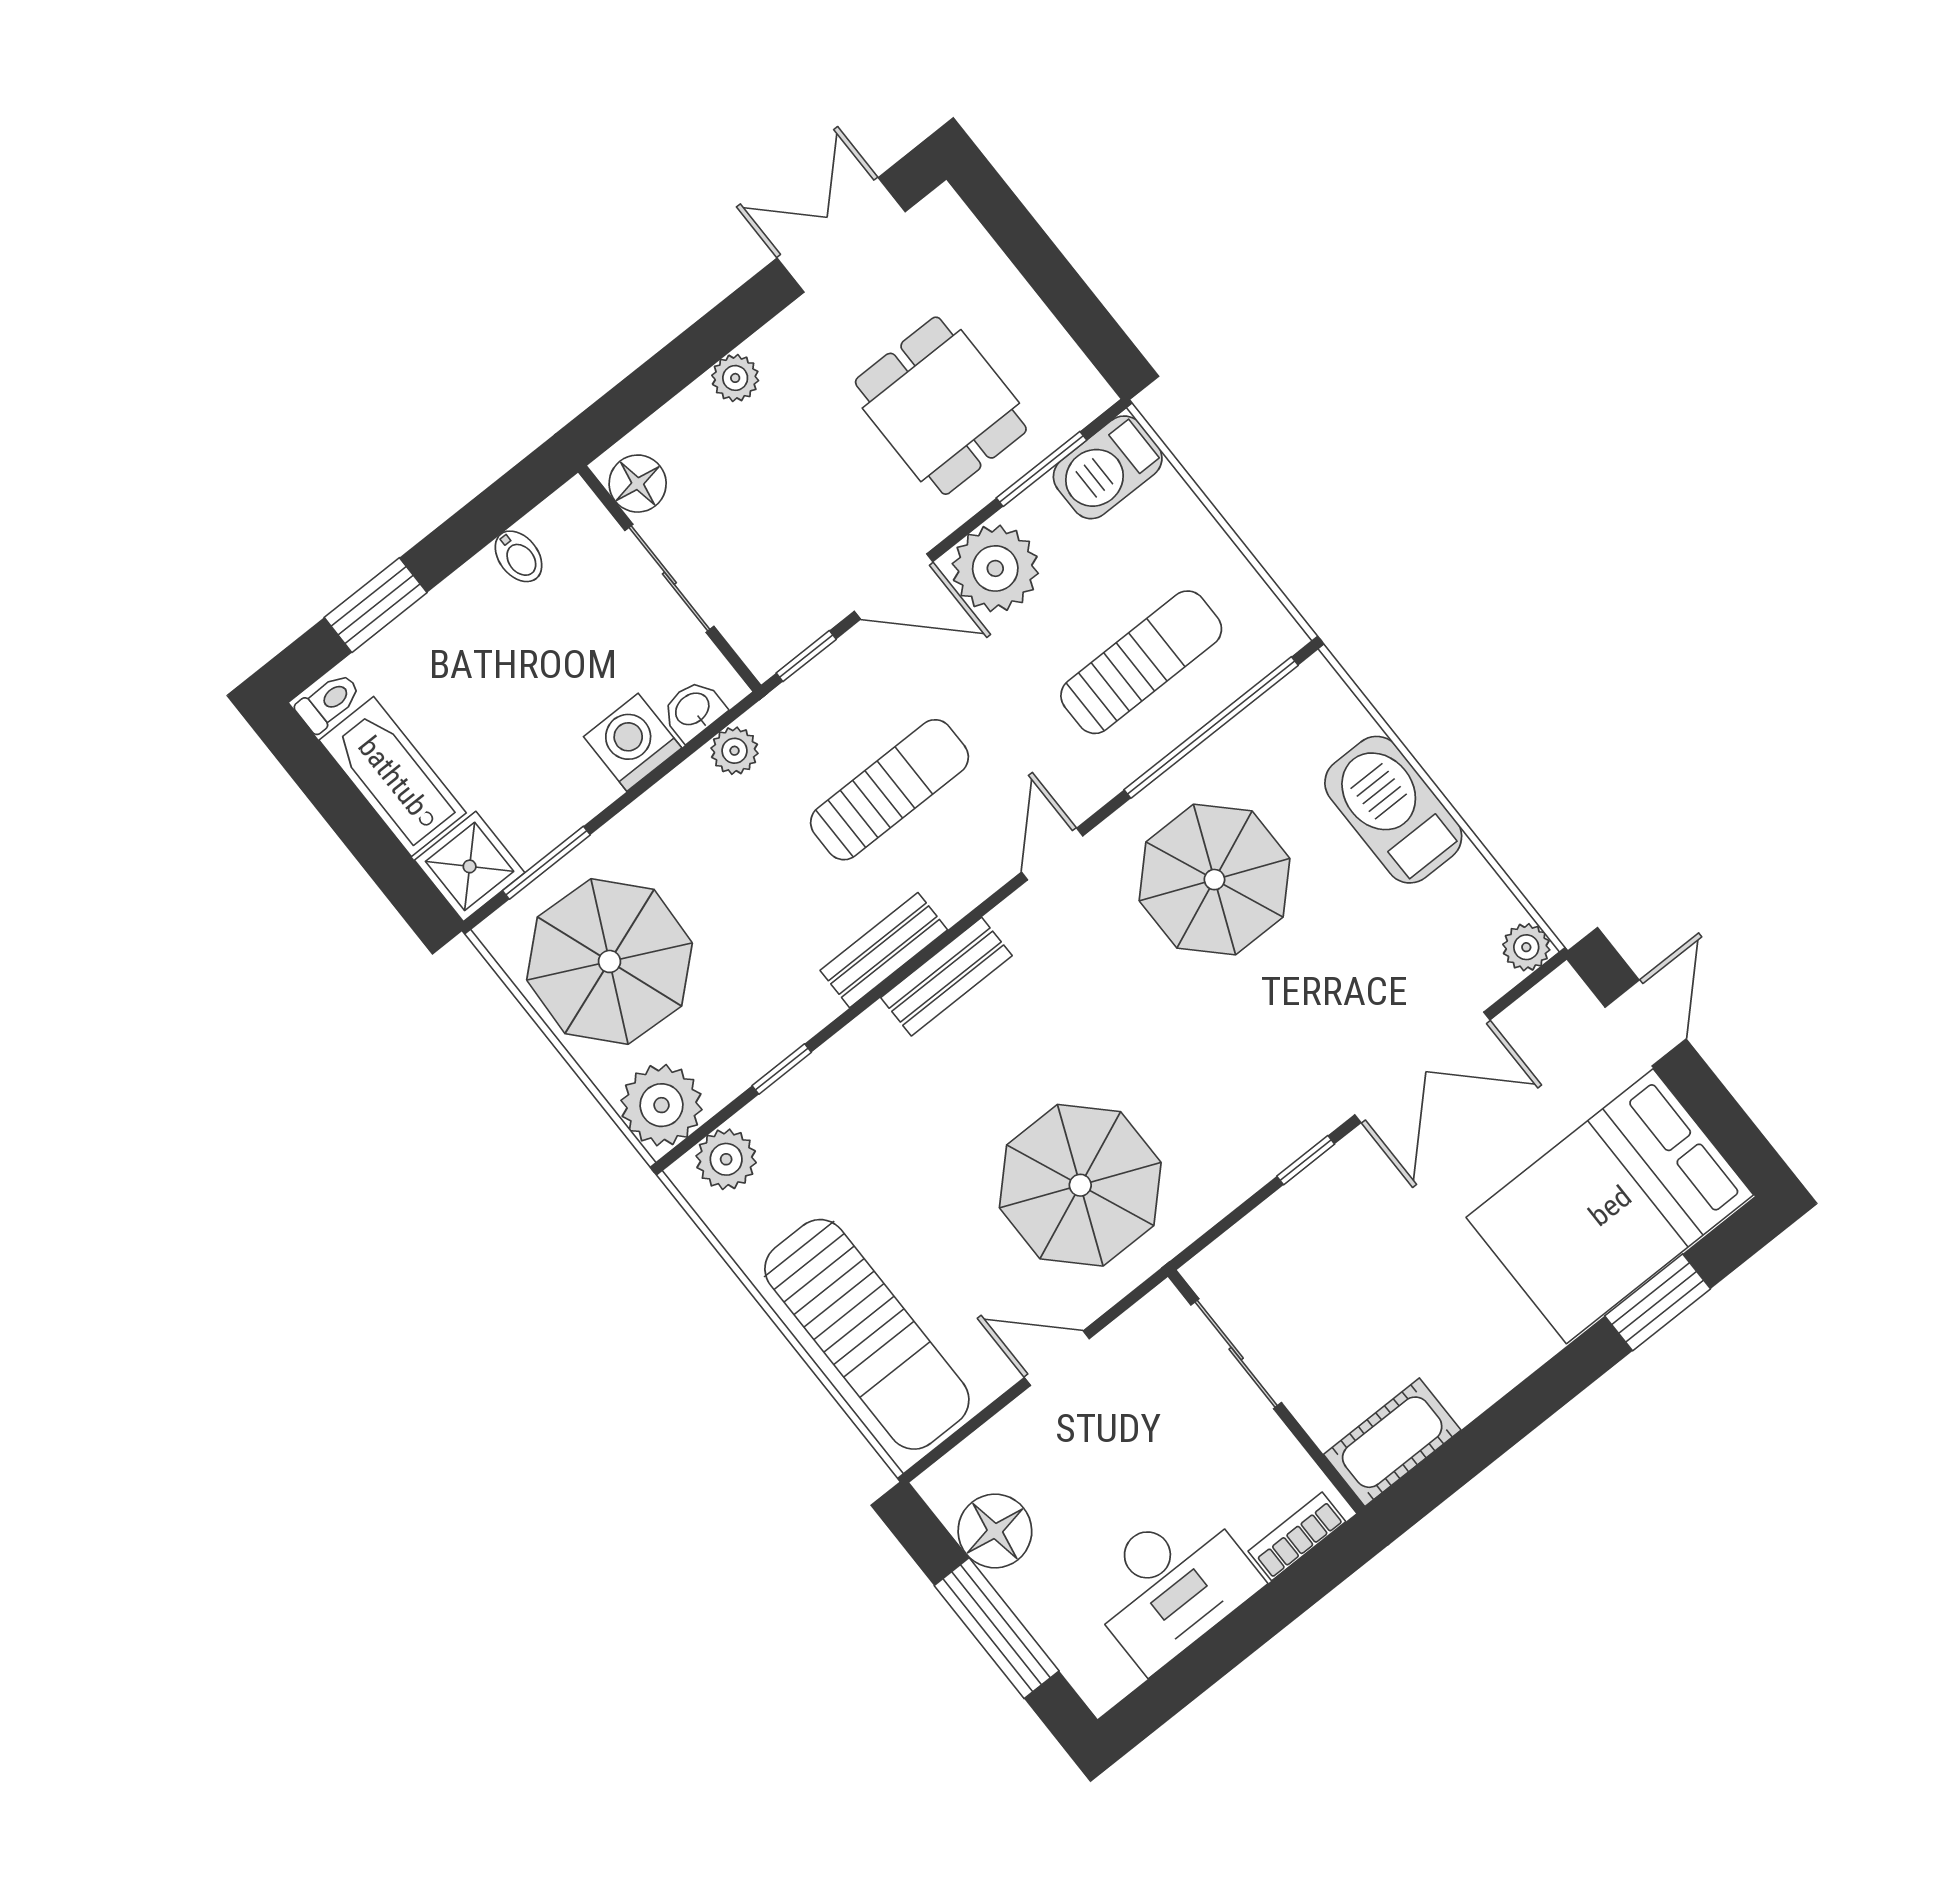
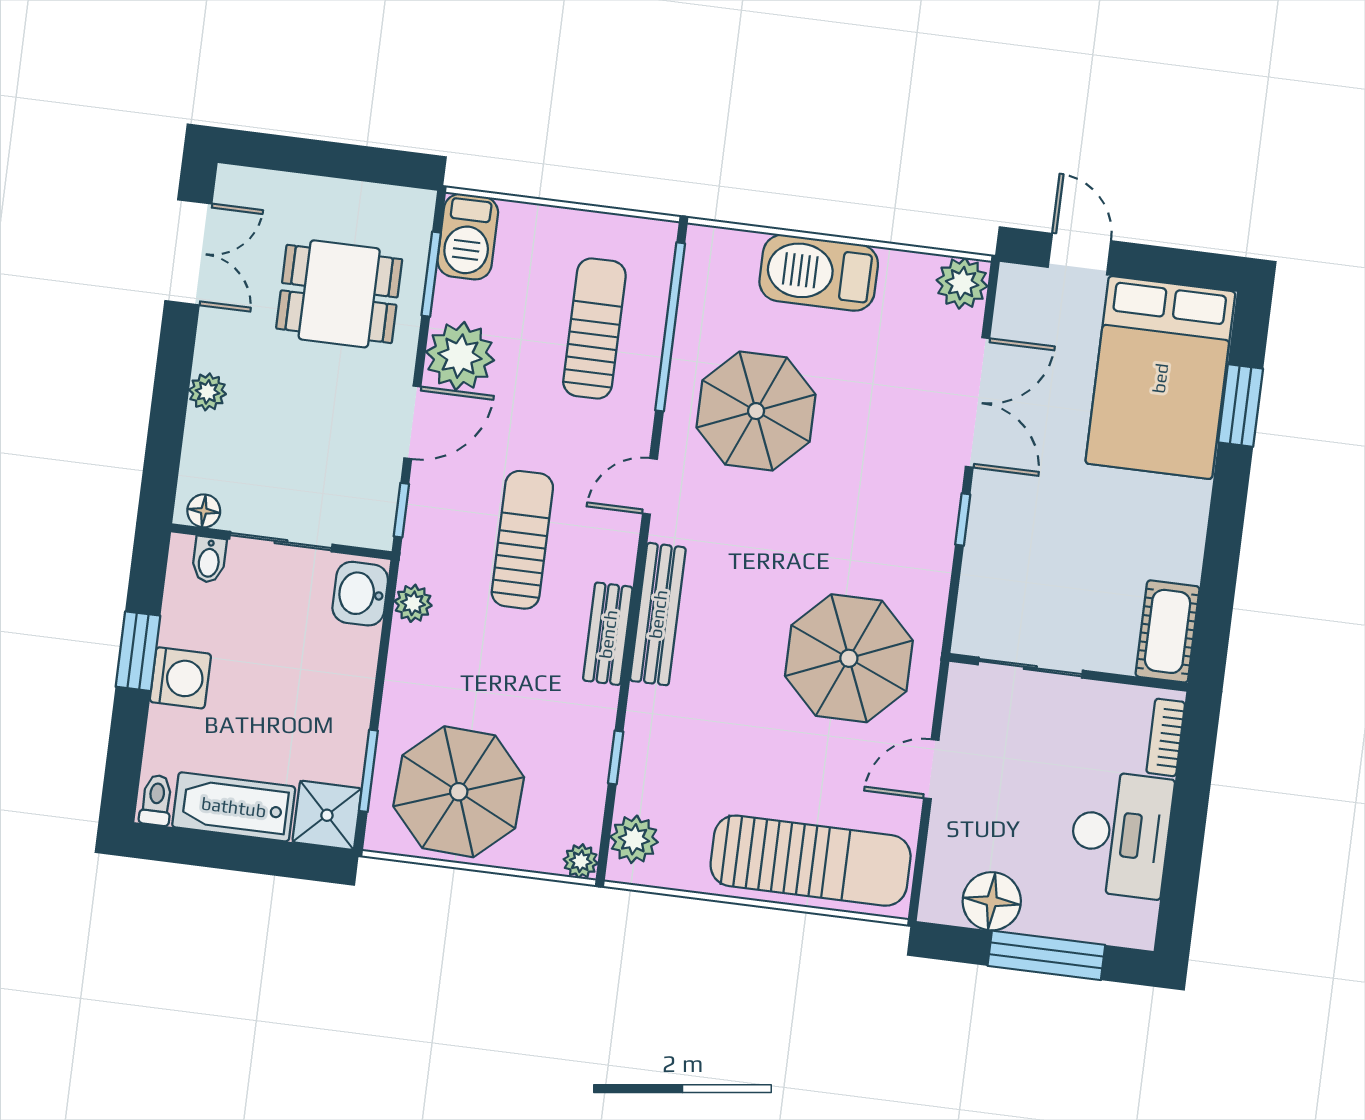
double door: (841, 235) -> (188, 252), swing flipped
floor lamp: (638, 484) -> (204, 511), width x0.73, depth x0.73
bidet: (519, 556) -> (209, 560), moved, turned 90
window: (376, 605) -> (138, 651), moved
washbasin: (693, 710) -> (360, 594), width x1.38, depth x1.45
washing machine: (633, 742) -> (180, 678), moved, turned 180
door: (1052, 854) -> (650, 486), hinge flipped
plant: (1526, 947) -> (962, 283), width x1.38, depth x1.38
bench: (946, 977) -> (658, 614), width x1.36
plant: (662, 1105) -> (581, 861), width x0.53, depth x0.53

